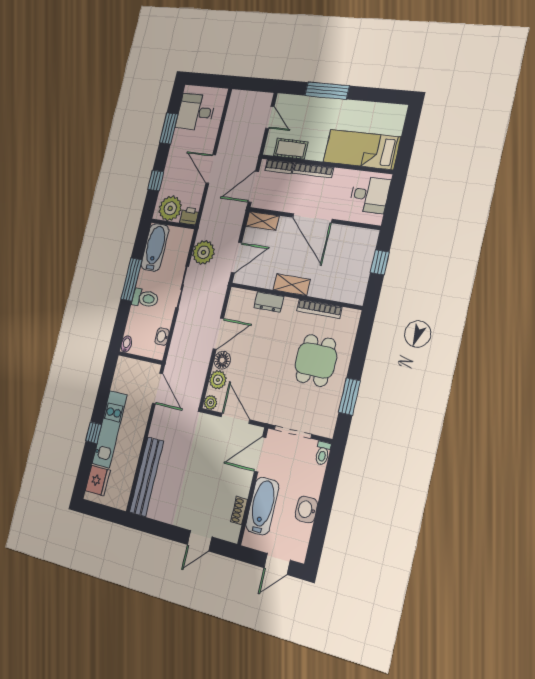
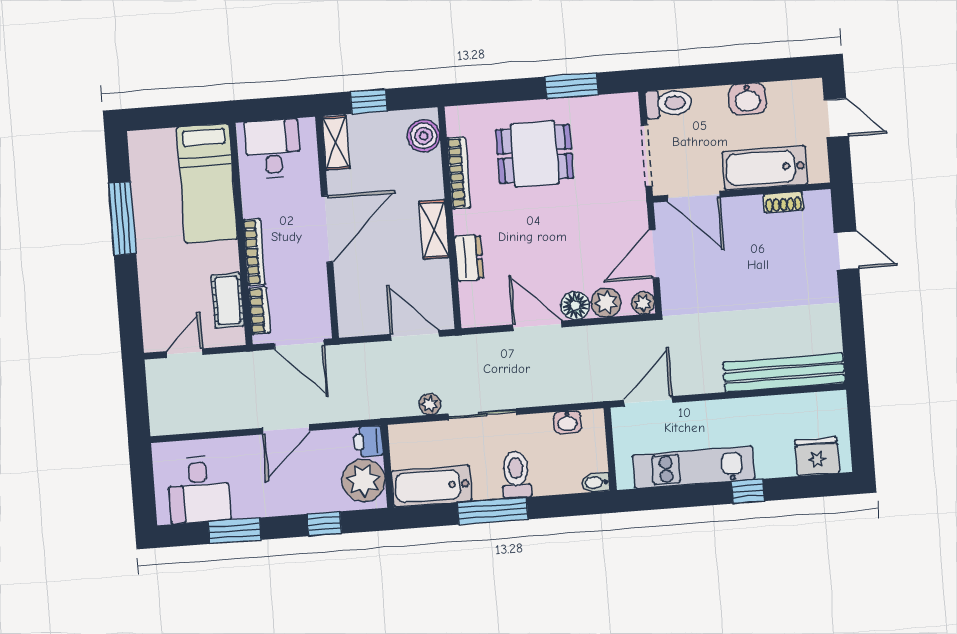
window: (327, 91) -> (122, 218), moved
shelving: (263, 221) -> (336, 143), moved
plant: (203, 252) -> (430, 404), width x0.53, depth x0.53
boiler: (348, 292) -> (424, 136), added
kitchen unit: (110, 429) -> (694, 467), moved
toilet: (323, 453) -> (669, 103), width x1.37, depth x1.39

